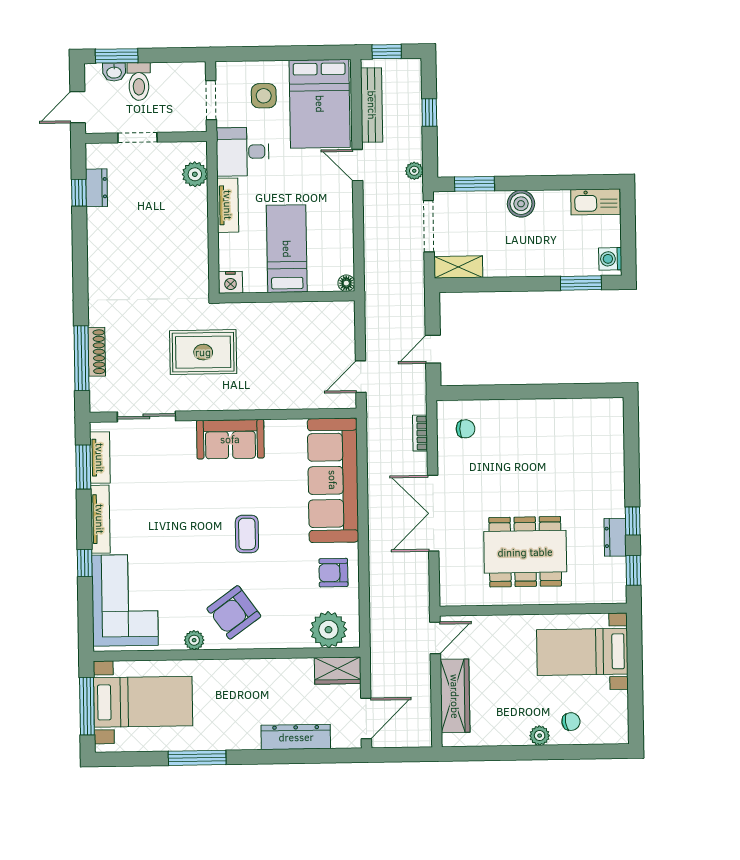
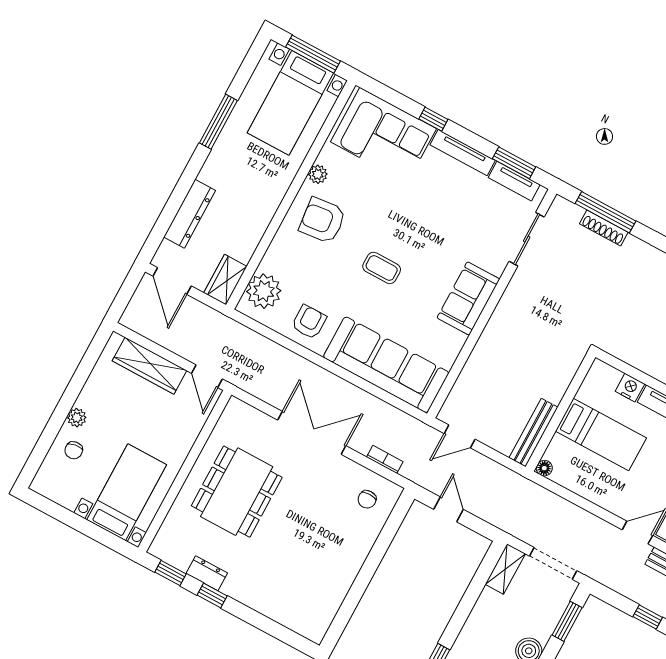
plant: (414, 171) -> (606, 577), removed
nightstand: (230, 282) -> (630, 388), moved, turned 90
bench: (319, 311) -> (533, 433), added
rug: (203, 352) -> (554, 317), removed
door: (361, 377) -> (460, 436), swing flipped
armchair: (234, 612) -> (322, 220), turned -60

